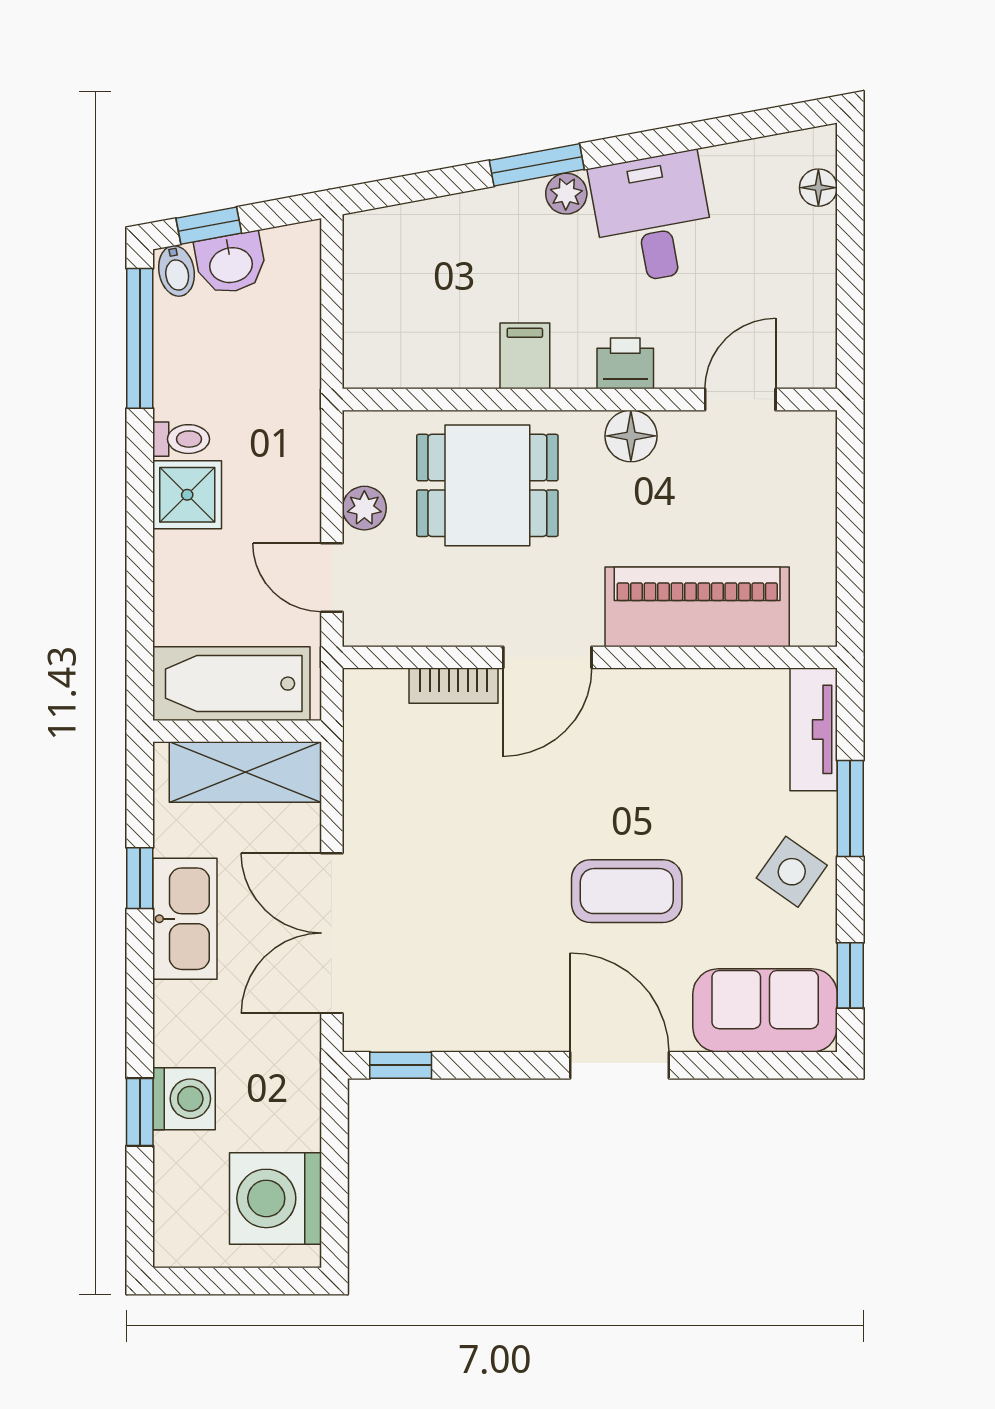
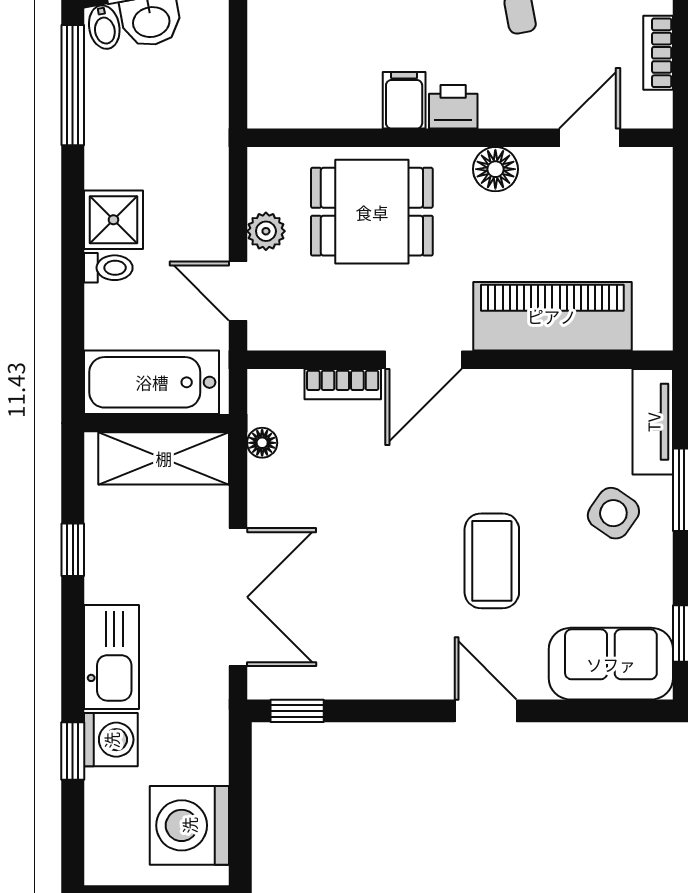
bookcase: (820, 301) -> (658, 53), added
printer: (625, 363) -> (453, 107), moved
toilet: (181, 439) -> (108, 268), moved
floor lamp: (360, 754) -> (262, 443), added
side table: (792, 872) -> (613, 513), moved
coffee table: (627, 891) -> (492, 561), turned 90
kitchen sink: (185, 919) -> (112, 657), moved
double door: (332, 933) -> (238, 597), swing flipped
door: (619, 1065) -> (486, 711), width x0.73

